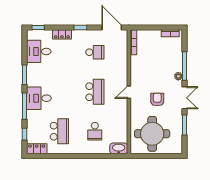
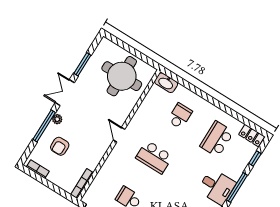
school desk: (95, 92) -> (154, 157), turned -90
door: (129, 92) -> (119, 135), swing flipped
armchair: (157, 100) -> (60, 146), moved

